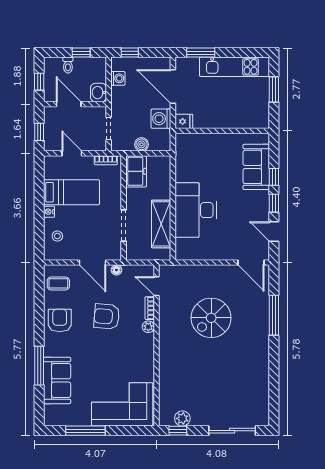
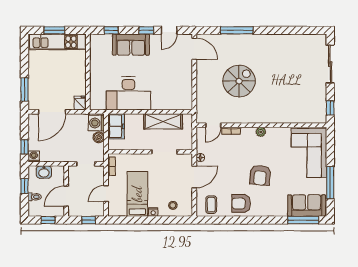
kitchen unit: (235, 67) -> (58, 42), moved, turned 90
washing machine: (118, 78) -> (34, 156), moved
washbasin: (99, 93) -> (44, 172), moved
washing machine: (161, 119) -> (96, 123), moved, turned 90
sofa: (256, 167) -> (131, 45), moved
freezer: (136, 171) -> (116, 126), moved, turned 90
window: (274, 177) -> (111, 30), moved
desk: (196, 210) -> (128, 93), moved
door: (251, 263) -> (194, 49), hinge flipped
armchair: (107, 317) -> (260, 175), moved
spiral stairs: (211, 318) -> (239, 81), turned -90
plant: (148, 327) -> (261, 132), moved
window: (39, 366) -> (303, 220), moved
sofa: (57, 380) -> (307, 206), moved
plant: (182, 418) -> (320, 104), removed

